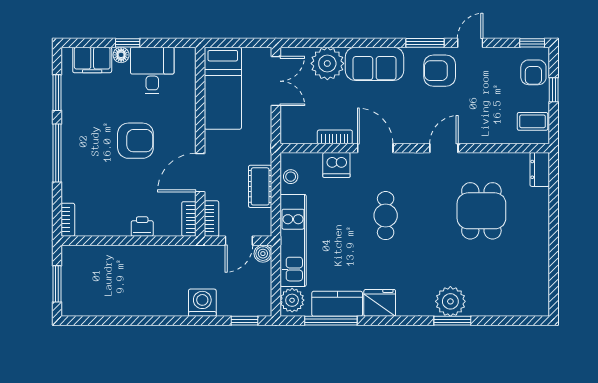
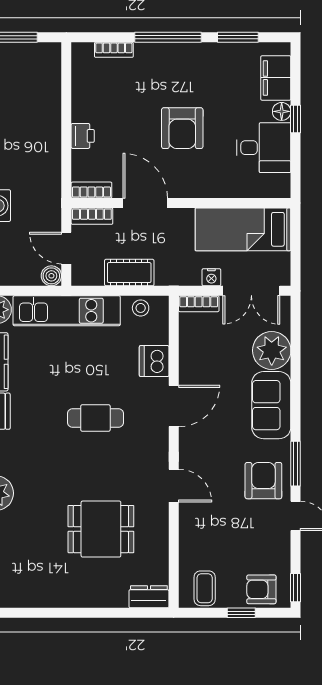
nightstand: (264, 116) -> (211, 277), added
bookcase: (335, 137) -> (199, 304), moved, turned 90
bookcase: (68, 220) -> (114, 50), moved

